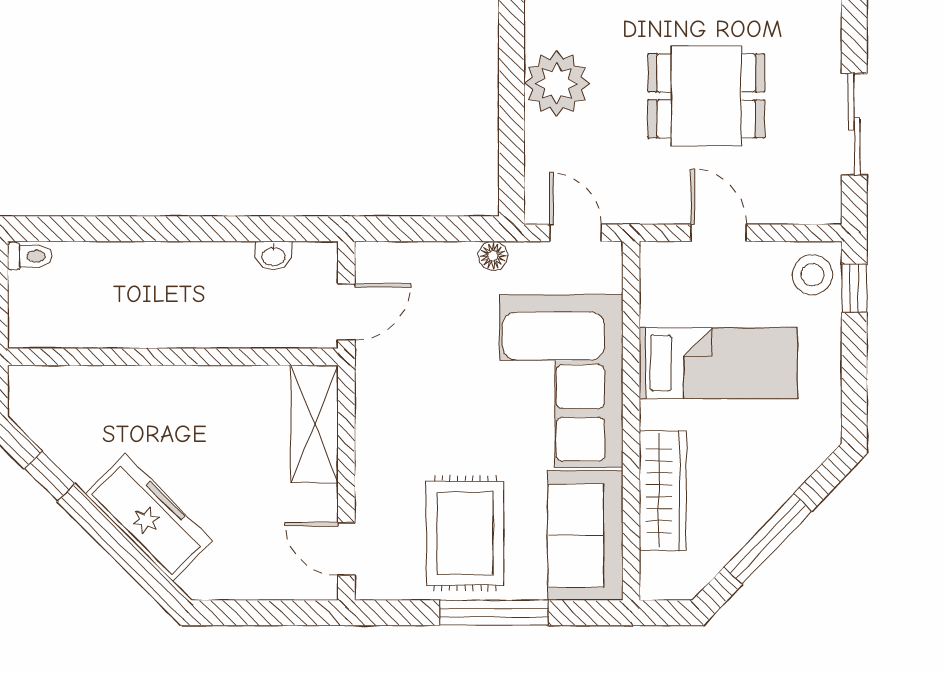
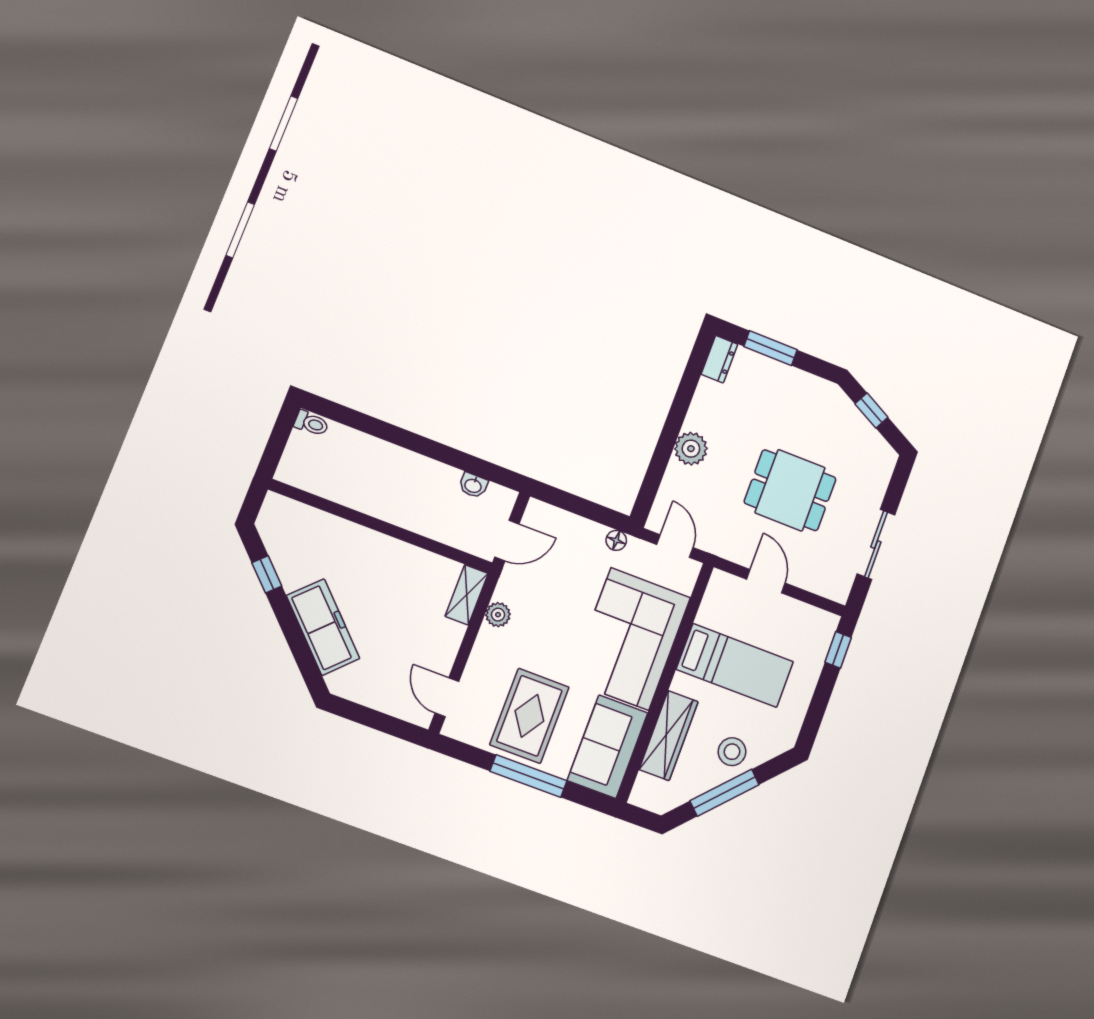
plant: (557, 83) -> (691, 449), width x0.73, depth x0.73
stool: (812, 275) -> (732, 752), moved
plant: (372, 415) -> (498, 615), added
shelving: (314, 424) -> (467, 595), width x0.67, depth x0.75

